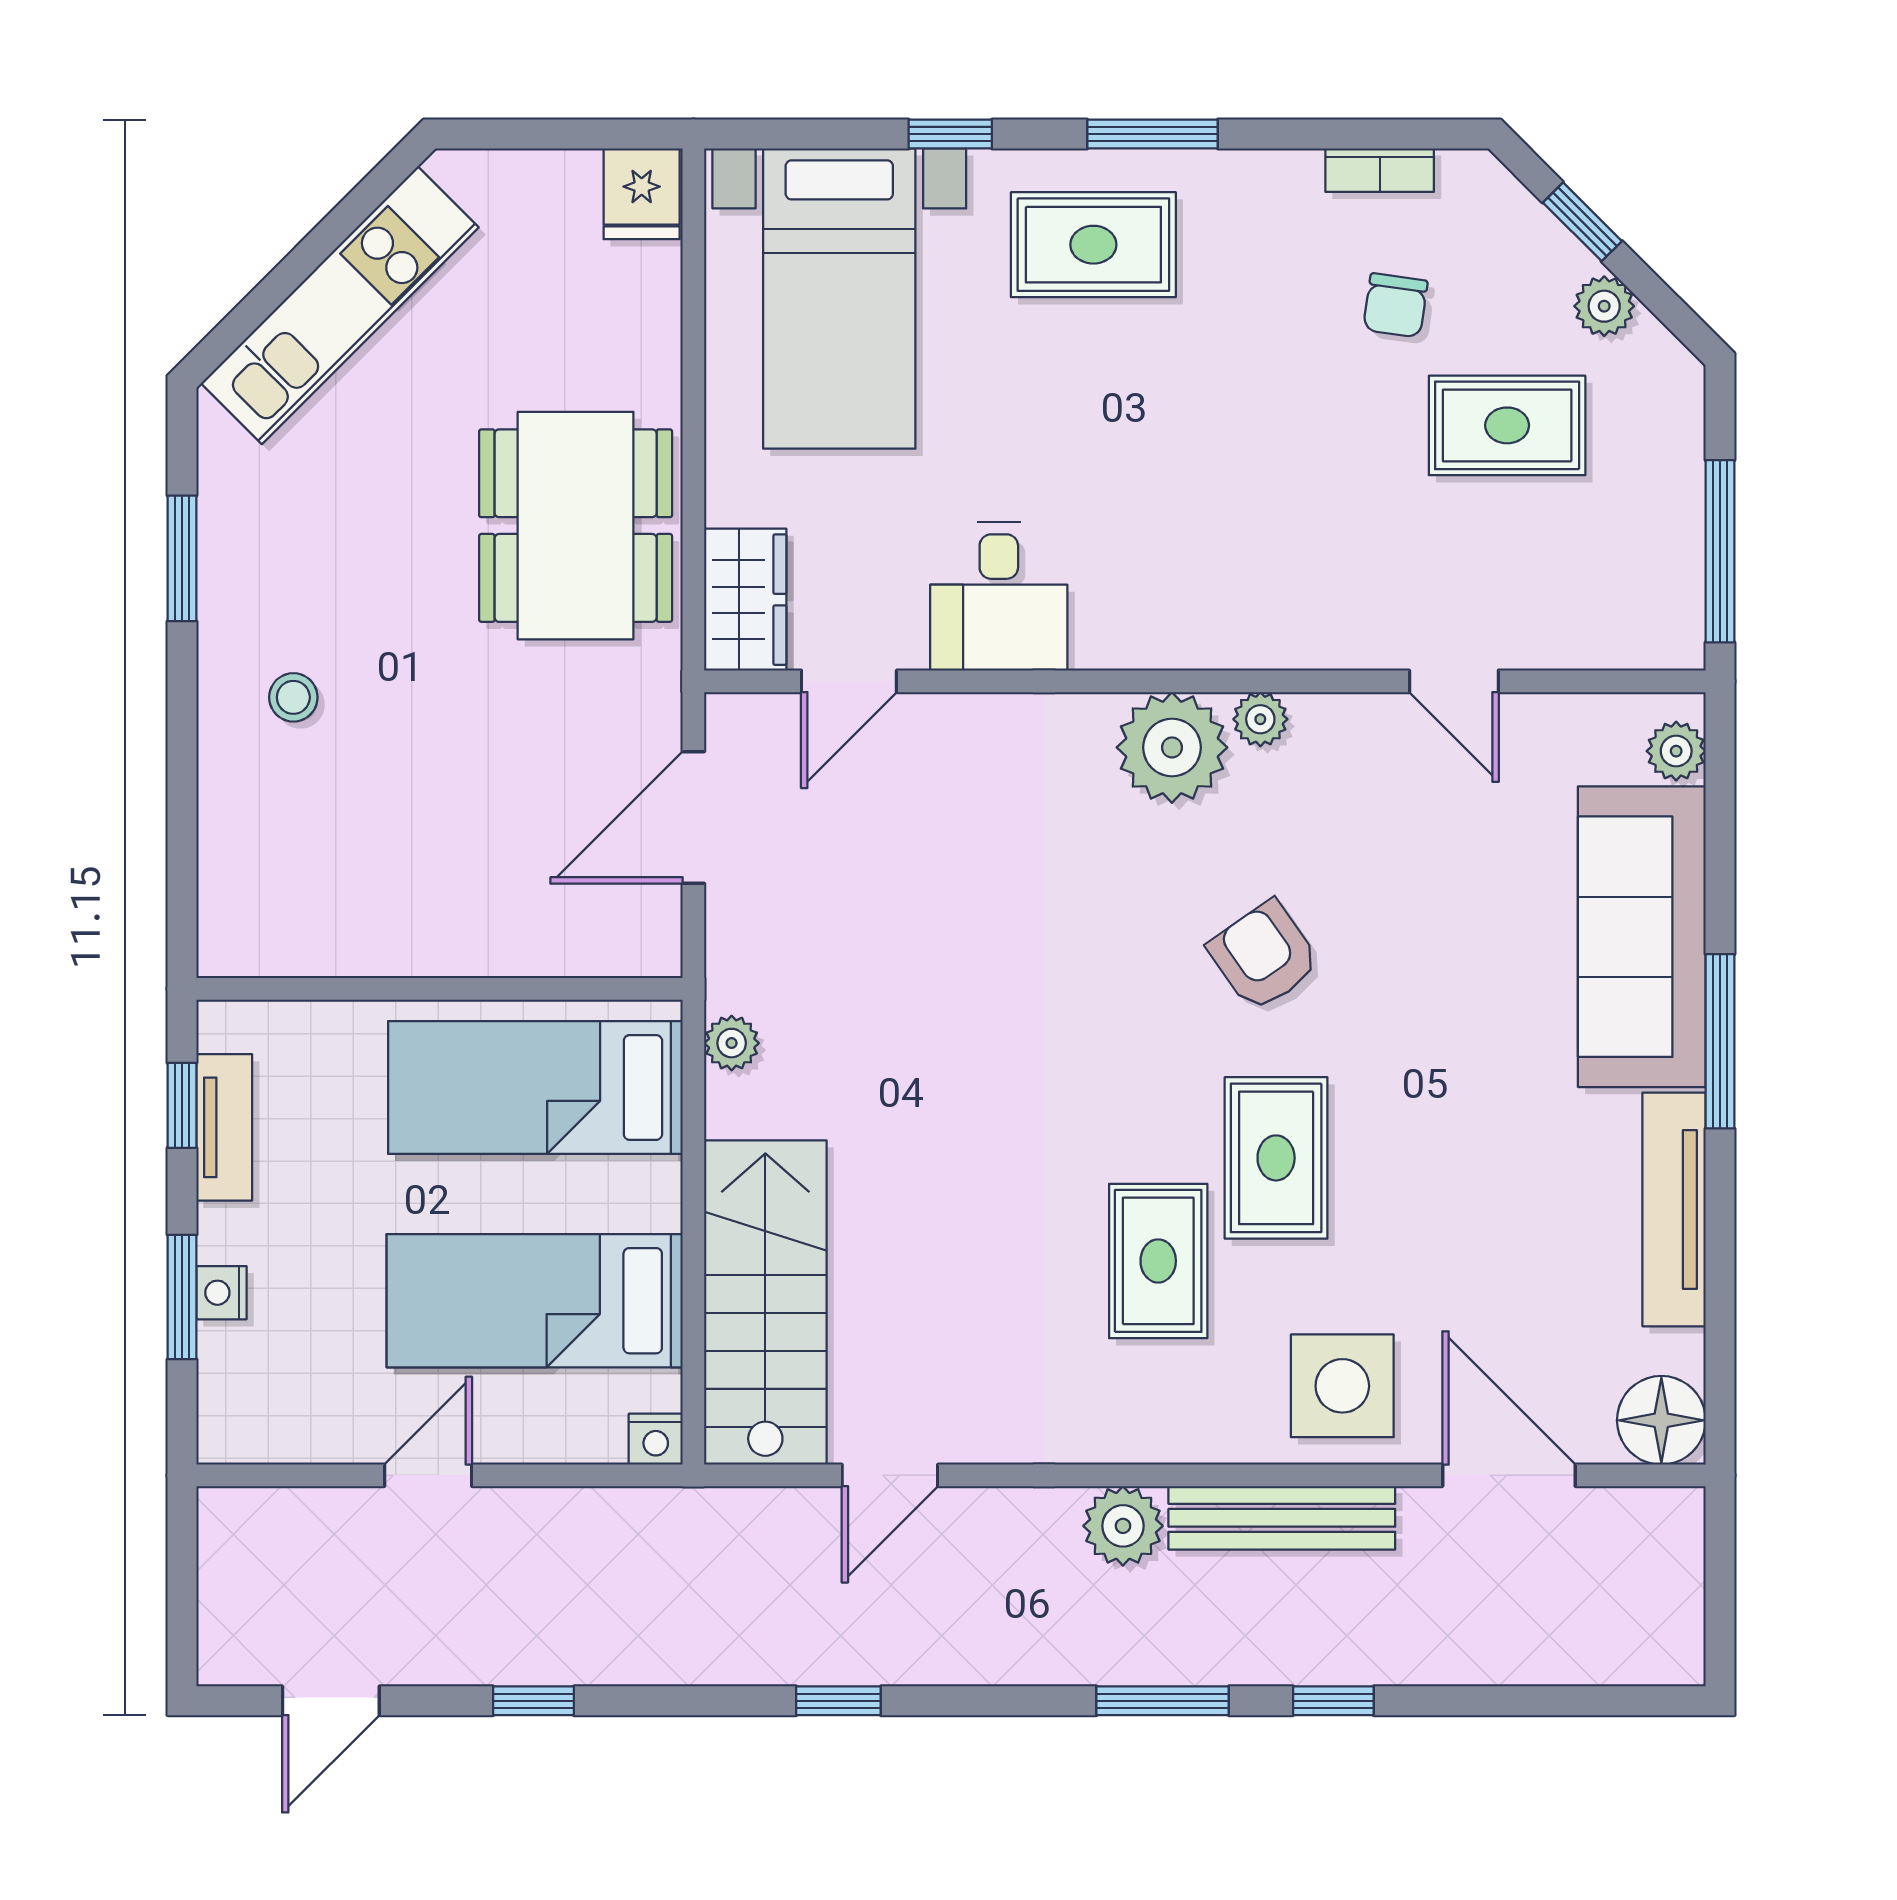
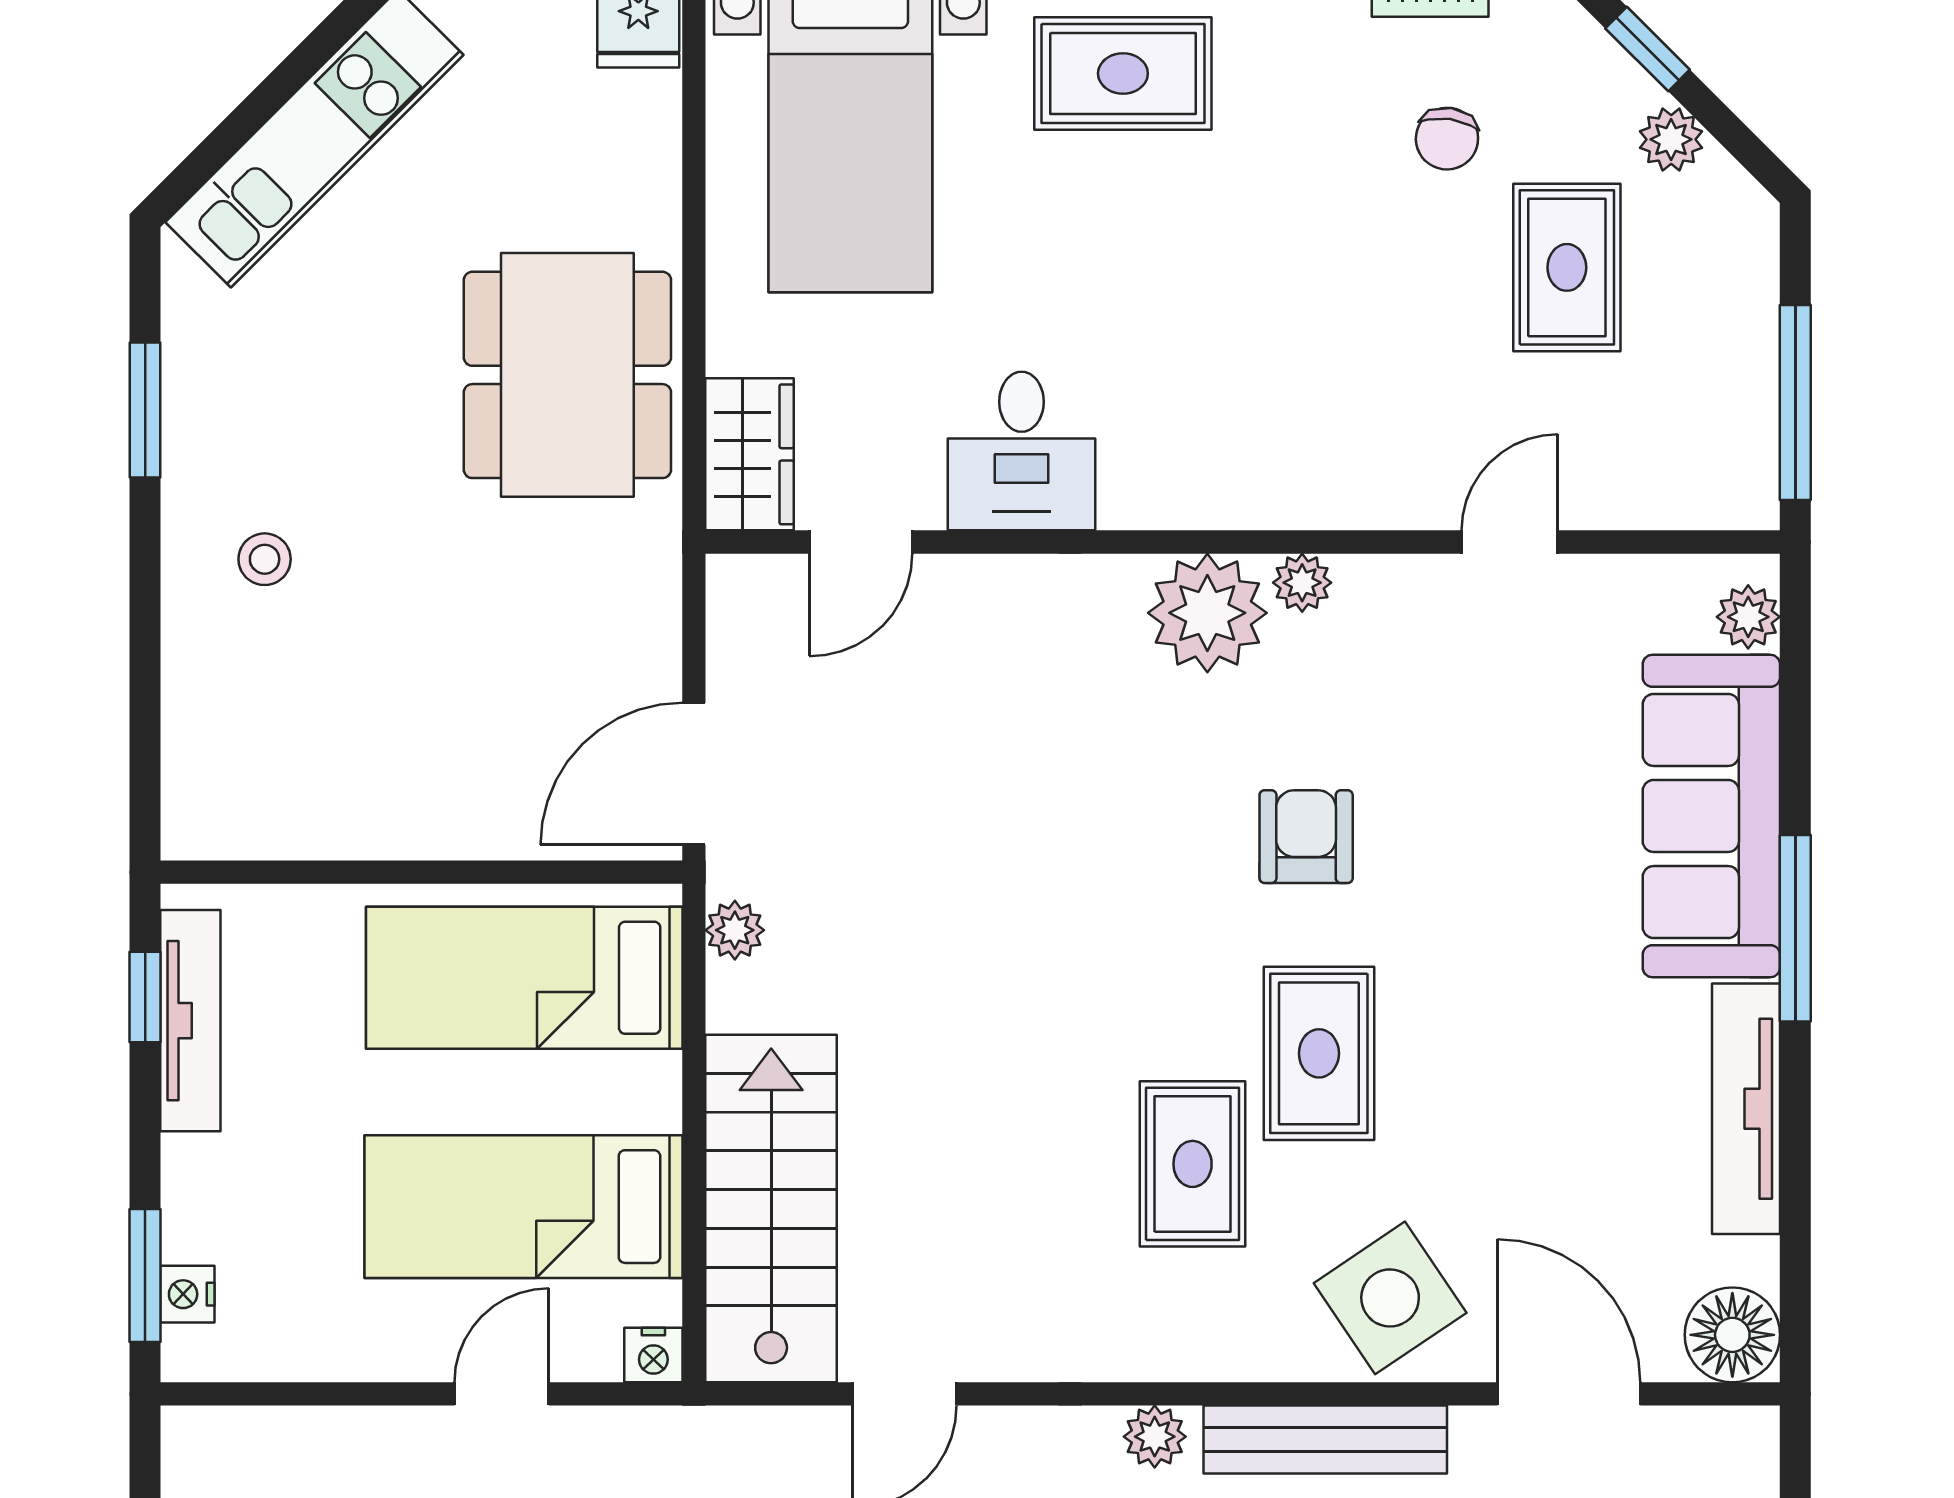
rug: (1507, 425) -> (1567, 267), turned 90
door: (1454, 681) -> (1510, 542), swing flipped
door: (693, 818) -> (694, 774), moved
armchair: (1264, 956) -> (1306, 837), turned 35
tv unit: (224, 1127) -> (190, 1021), width x1.41
nightstand: (221, 1293) -> (187, 1294), moved
window: (182, 1297) -> (145, 1275), moved
side table: (1342, 1386) -> (1390, 1298), turned -34
door: (428, 1475) -> (502, 1394), moved
plant: (1123, 1526) -> (1155, 1437), width x0.73, depth x0.73

